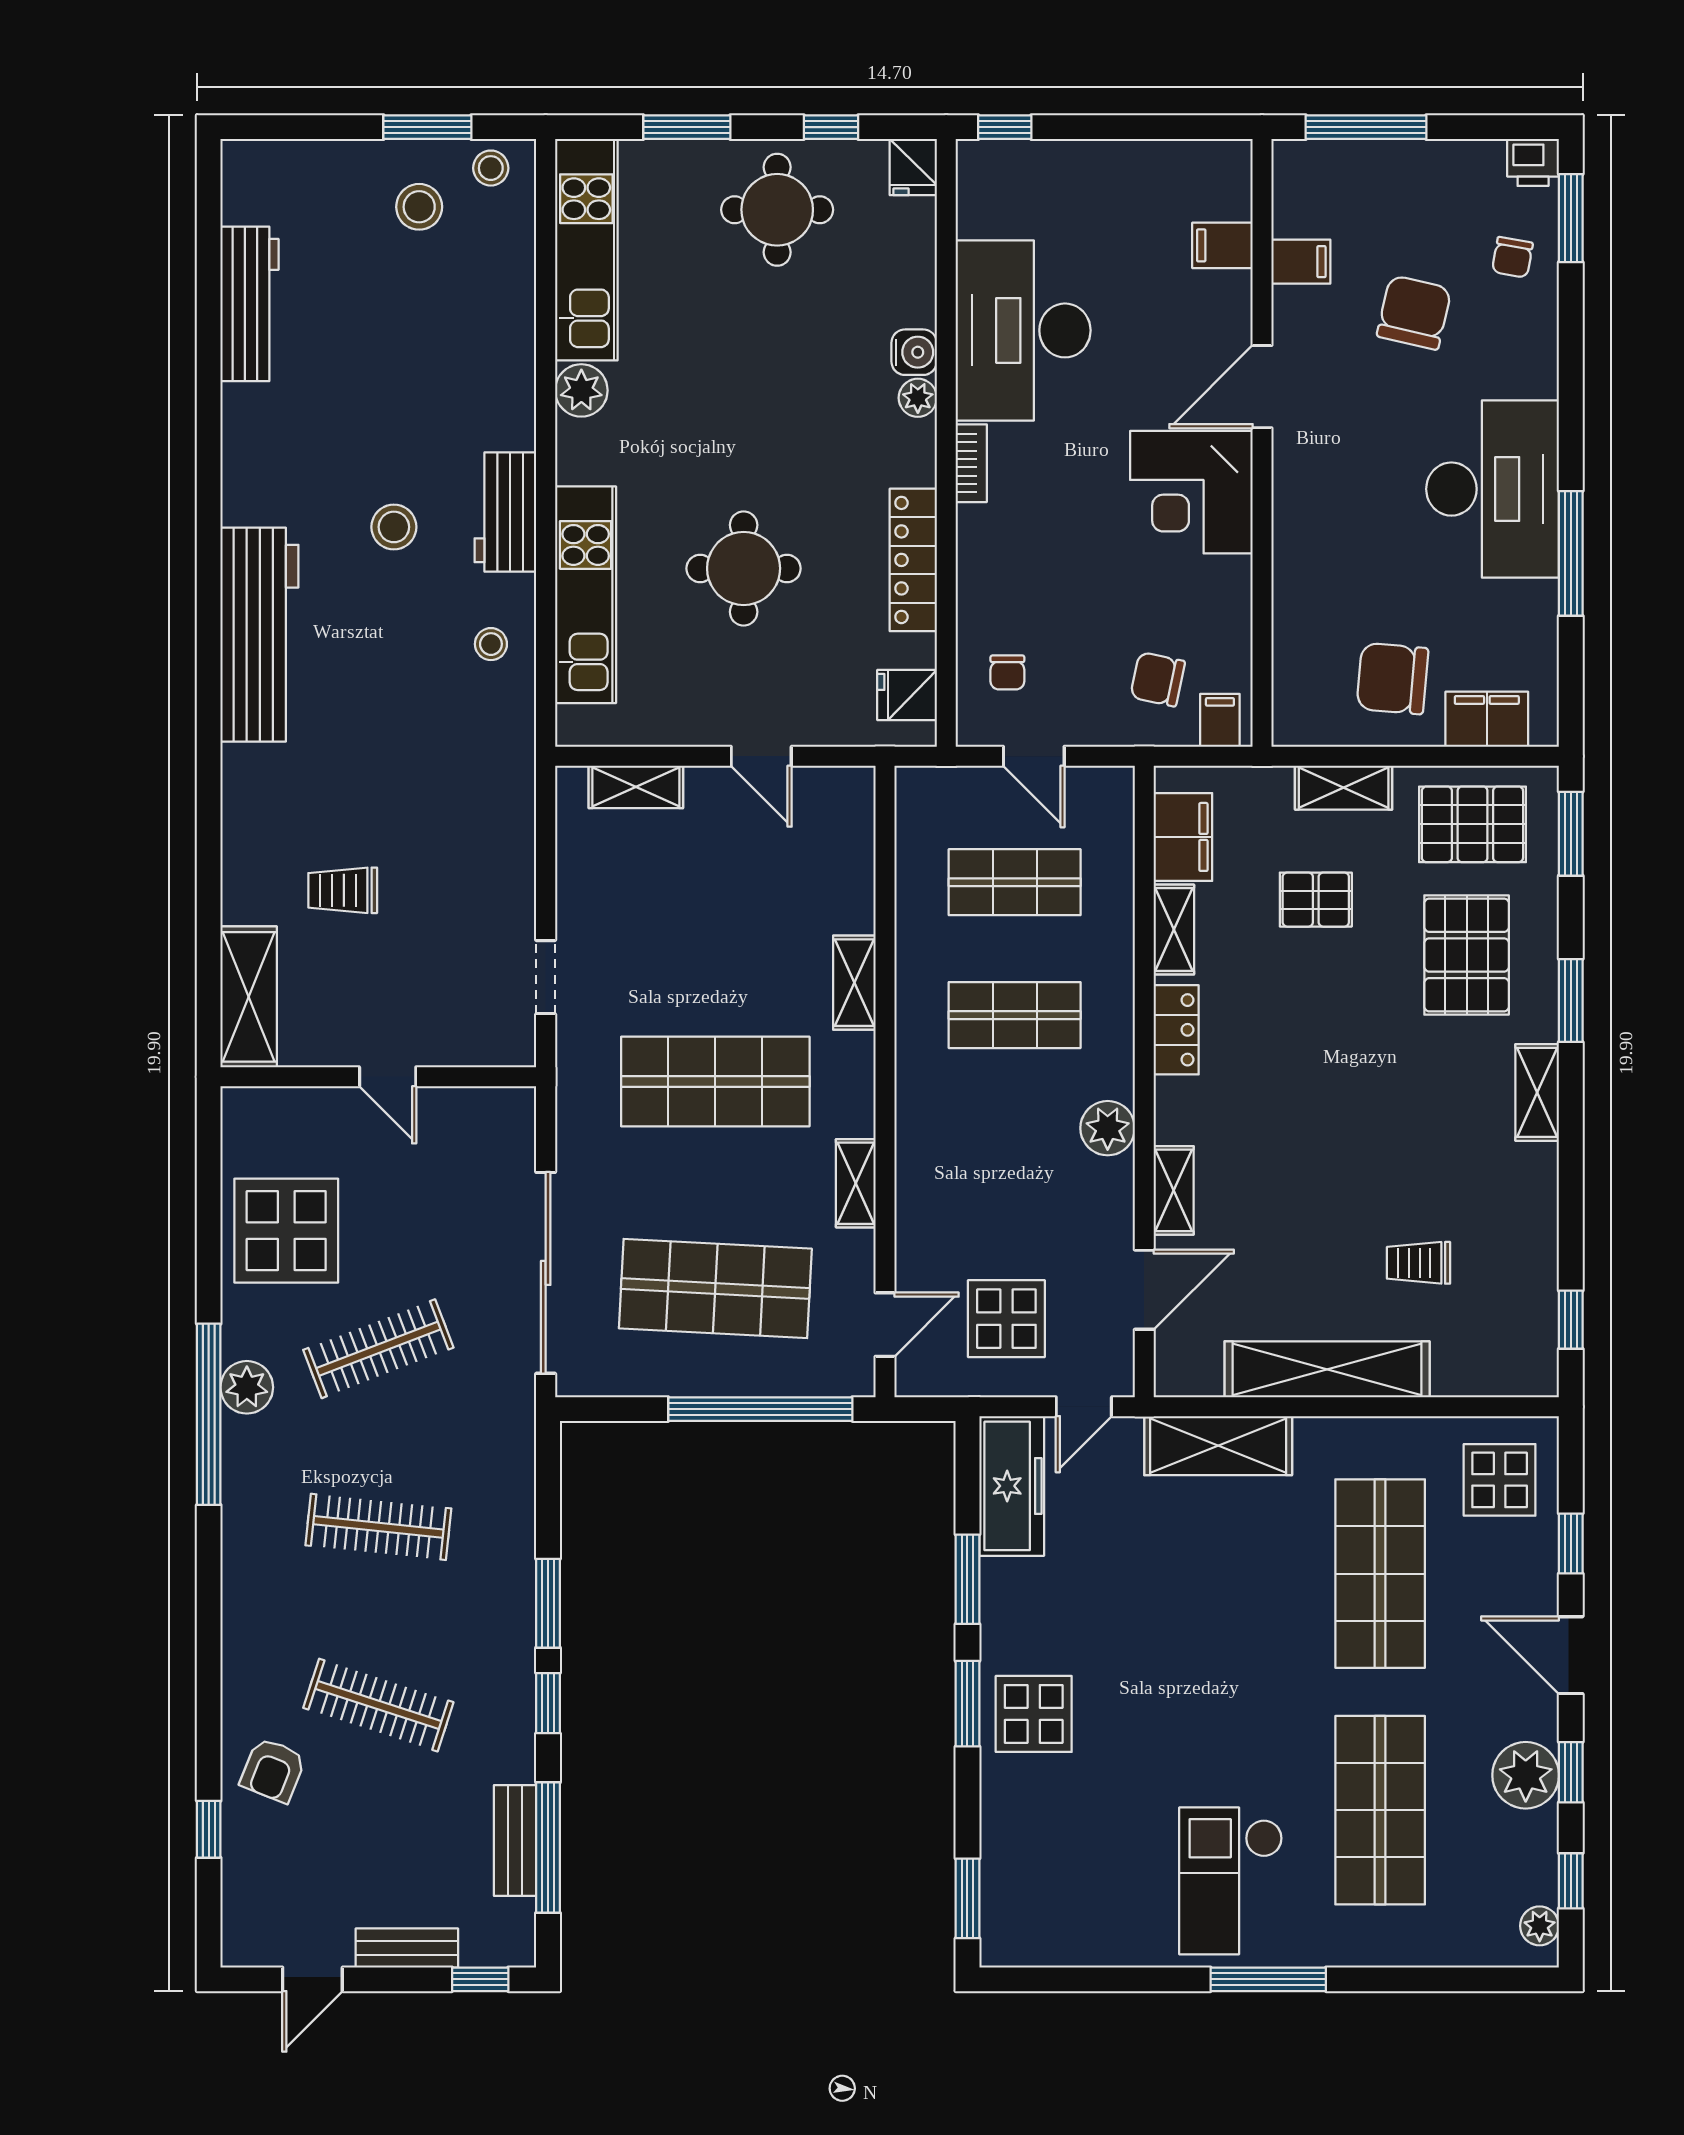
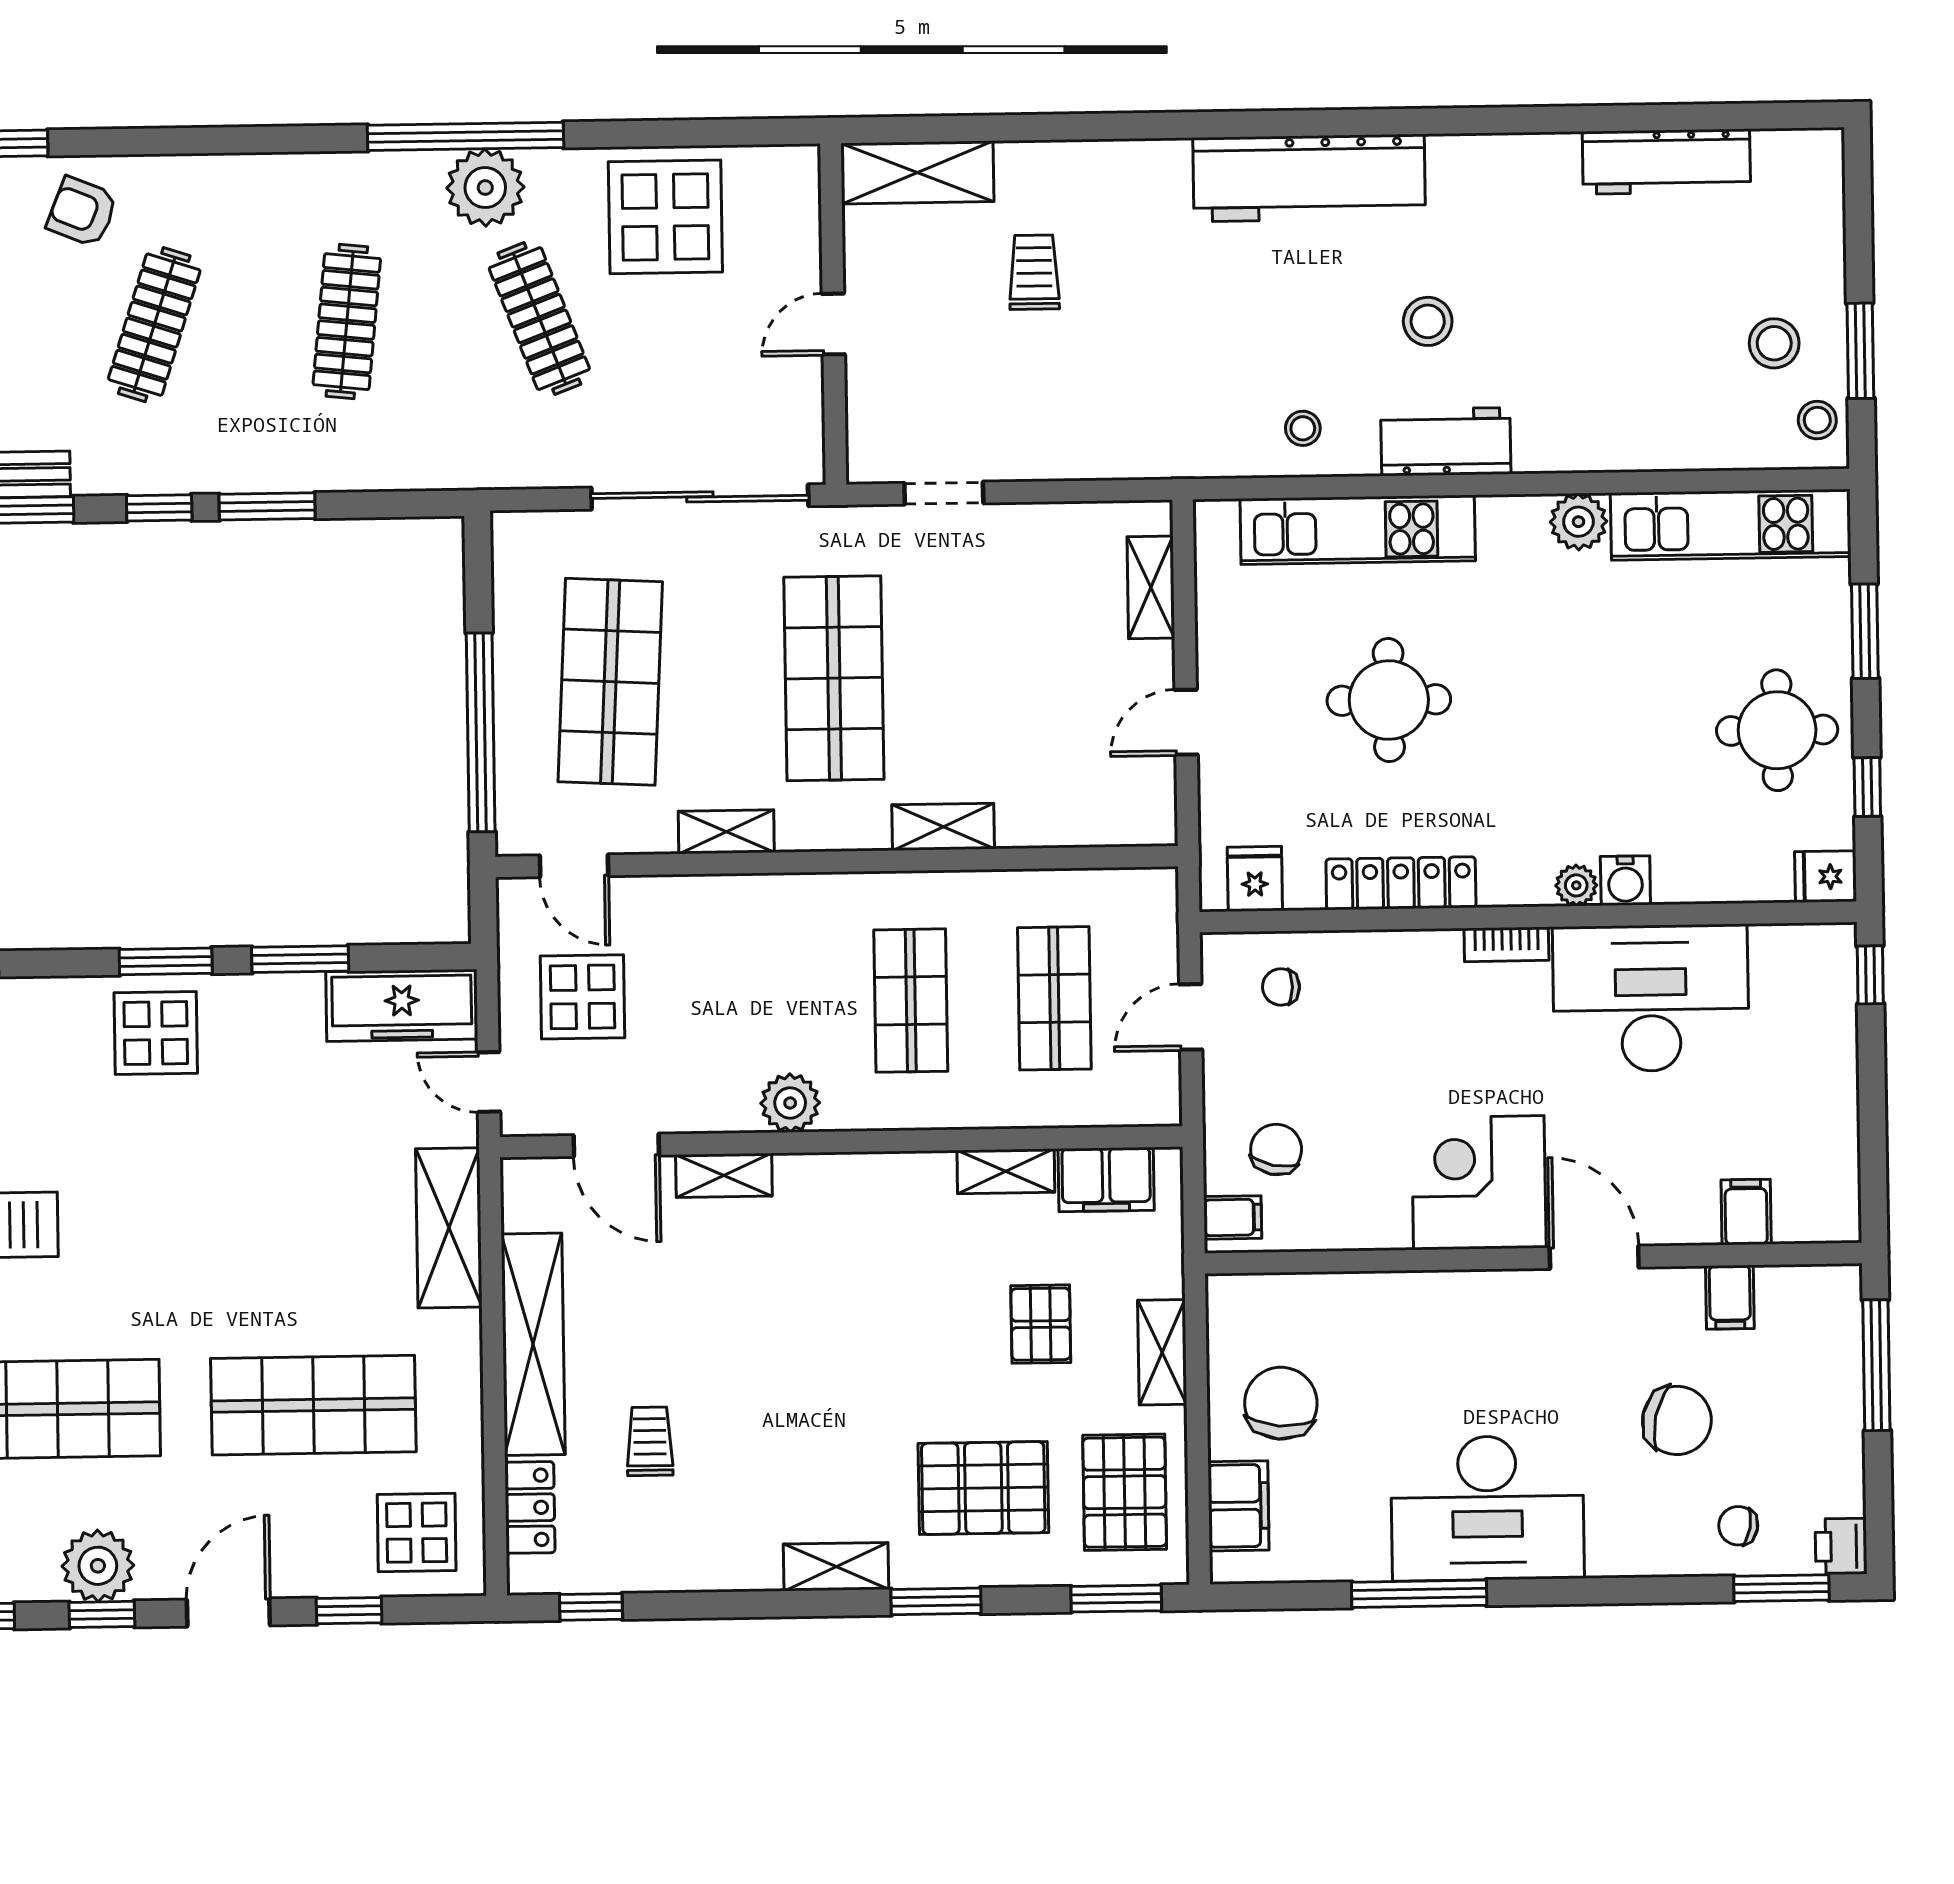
locker: (1176, 1030) -> (530, 1507), moved, turned -90
sliding door: (546, 1273) -> (700, 497), moved
plant: (247, 1387) -> (485, 188), width x1.36, depth x1.36

